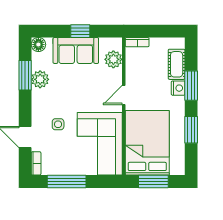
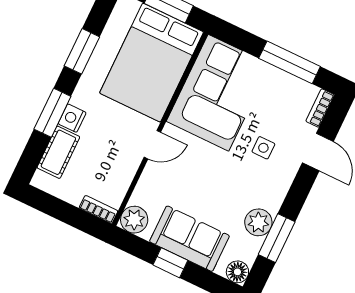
plant: (113, 59) -> (134, 220), moved

